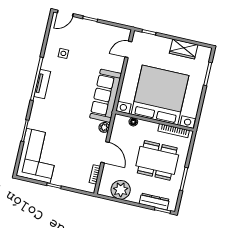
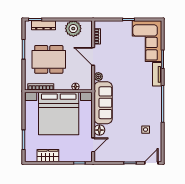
floor lamp: (117, 65) -> (99, 130), added
tv unit: (42, 84) -> (157, 74), moved

